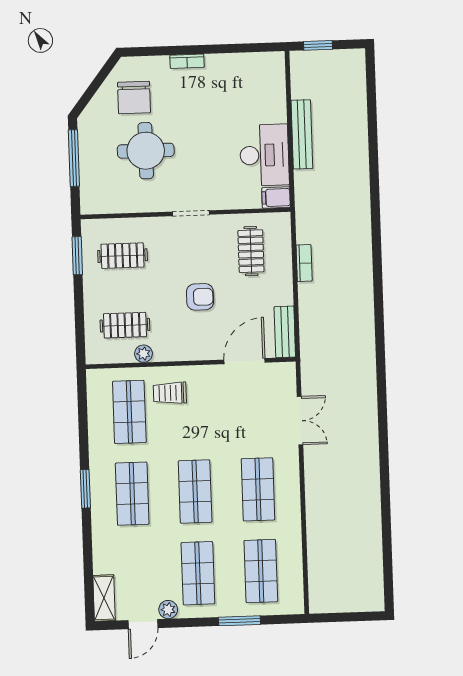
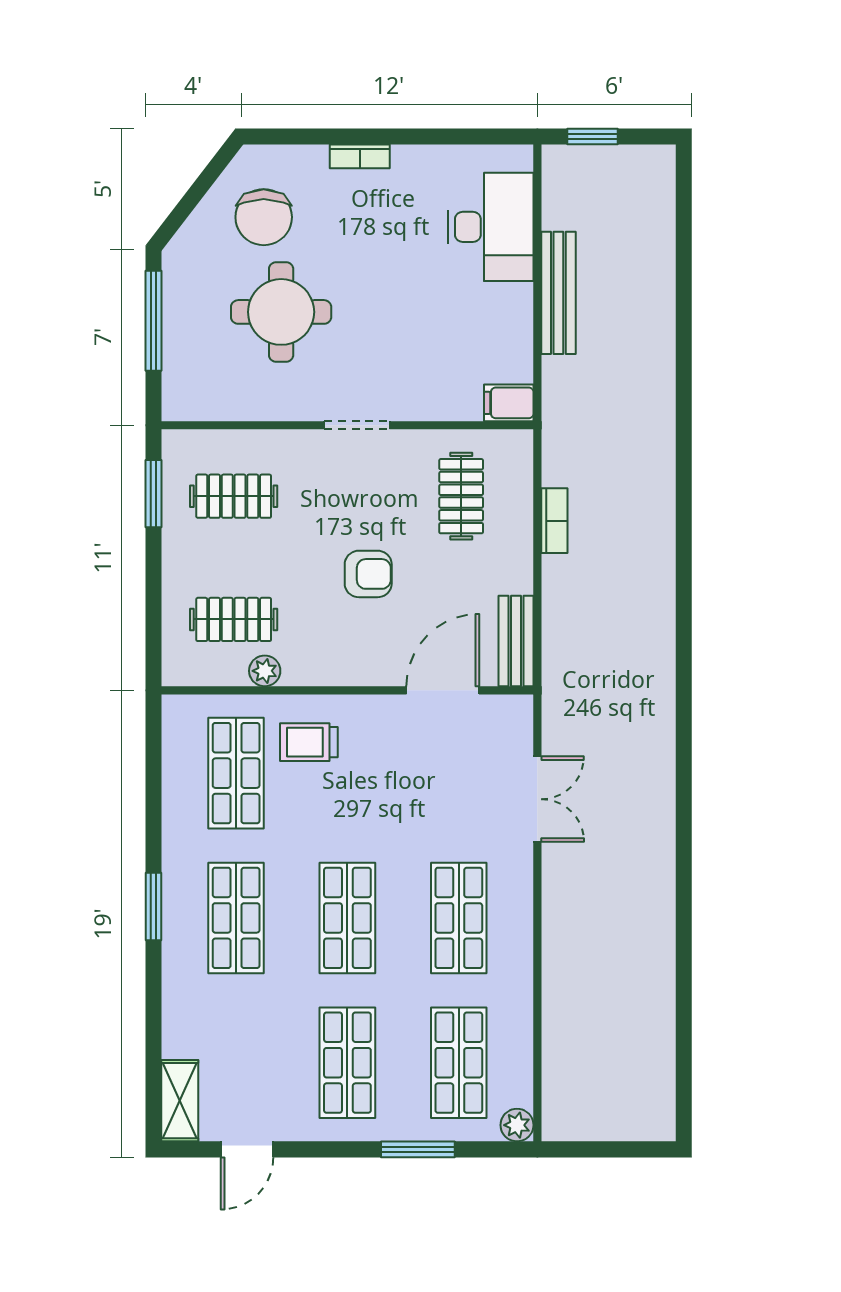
desk: (264, 155) -> (491, 227), moved
plant: (168, 610) -> (517, 1125), moved

